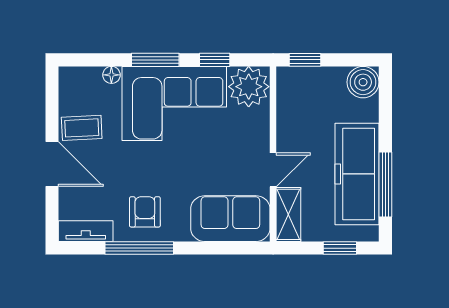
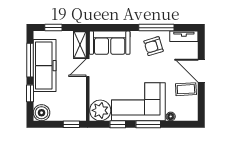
window: (385, 120) -> (30, 93), added
armchair: (145, 212) -> (154, 46), turned 73

